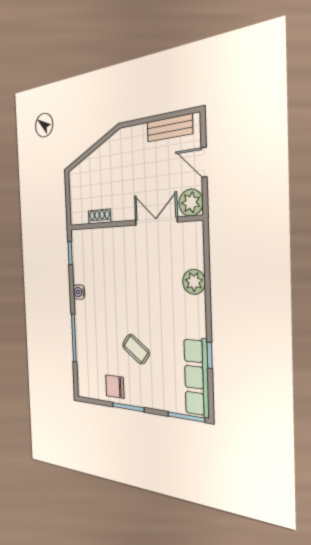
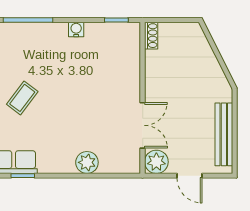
bench: (170, 128) -> (224, 134), width x1.36
door: (204, 162) -> (189, 176), swing flipped
shoe rack: (100, 216) -> (151, 36), moved

